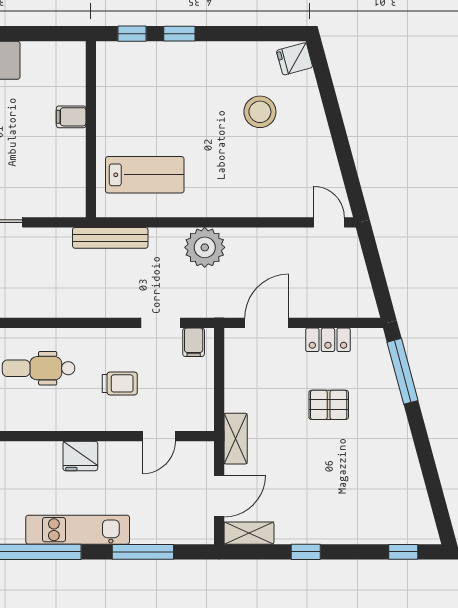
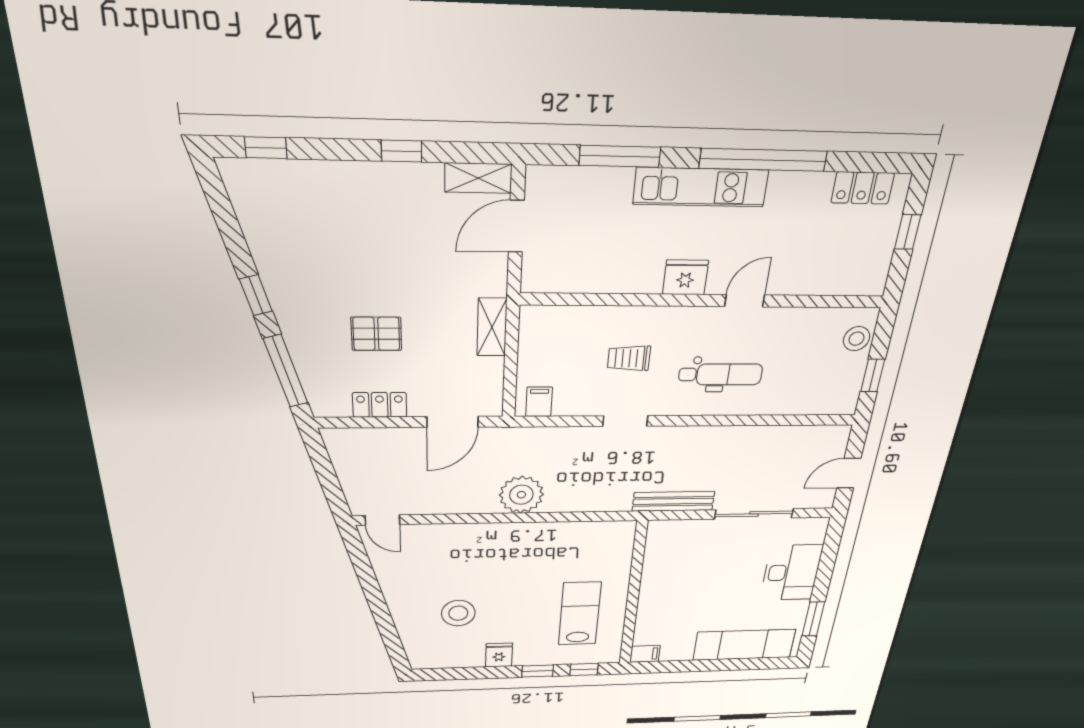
fridge: (295, 59) -> (499, 655), moved, turned -75
filing cabinet: (71, 117) -> (645, 654), moved
lab bench: (145, 175) -> (580, 614), moved, turned 90
bench: (110, 238) -> (673, 501), moved
doorway: (161, 323) -> (625, 421), moved
door: (159, 436) -> (745, 301), moved
window: (420, 437) -> (256, 295), added
shelving: (236, 439) -> (492, 327), moved

